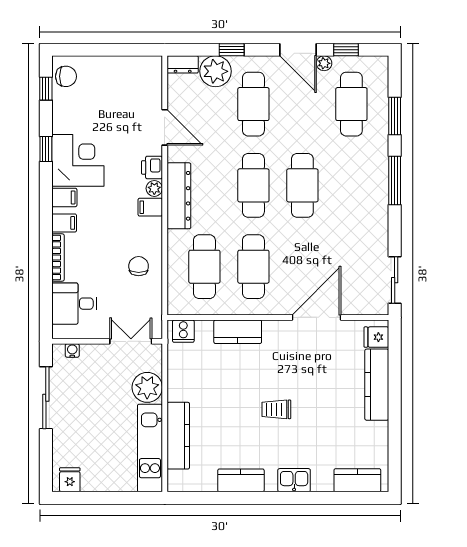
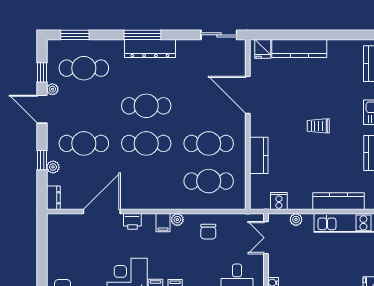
door: (298, 50) -> (42, 109), swing flipped
plant: (215, 71) -> (53, 167), width x0.53, depth x0.53
window: (395, 116) -> (75, 35), moved
door: (165, 127) -> (102, 212), width x1.36
plant: (154, 188) -> (177, 220), moved
dresser: (179, 196) -> (150, 49), moved, turned 180
chair: (139, 266) -> (208, 232), turned -90
cooker: (183, 331) -> (279, 201), moved, turned -90
plant: (147, 387) -> (296, 220), width x0.53, depth x0.53
trolley: (276, 409) -> (318, 126), turned 90

